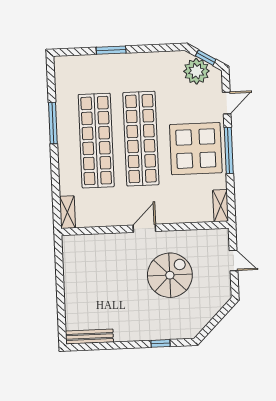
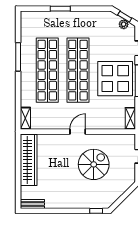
plant: (196, 71) -> (124, 24), width x0.53, depth x0.53
wardrobe: (75, 273) -> (29, 160), added
bench: (89, 337) -> (32, 204), width x0.73
window: (160, 343) -> (96, 211), moved

